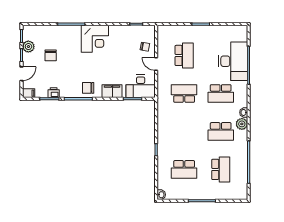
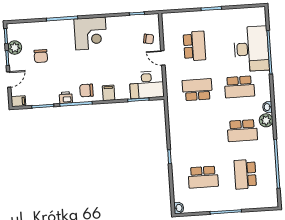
filing cabinet: (112, 91) -> (109, 93), width x0.50
printer: (54, 93) -> (66, 98), moved
school desk: (221, 169) -> (245, 174), turned 180

